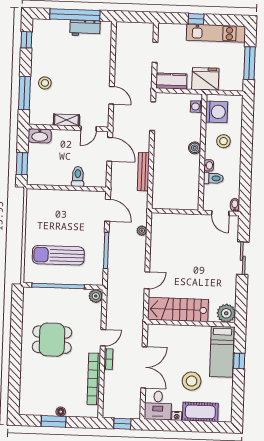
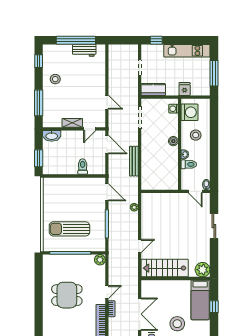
window: (196, 19) -> (156, 40), moved
fridge: (205, 79) -> (185, 89), width x0.53, depth x0.75
stool: (45, 83) -> (55, 79), moved

